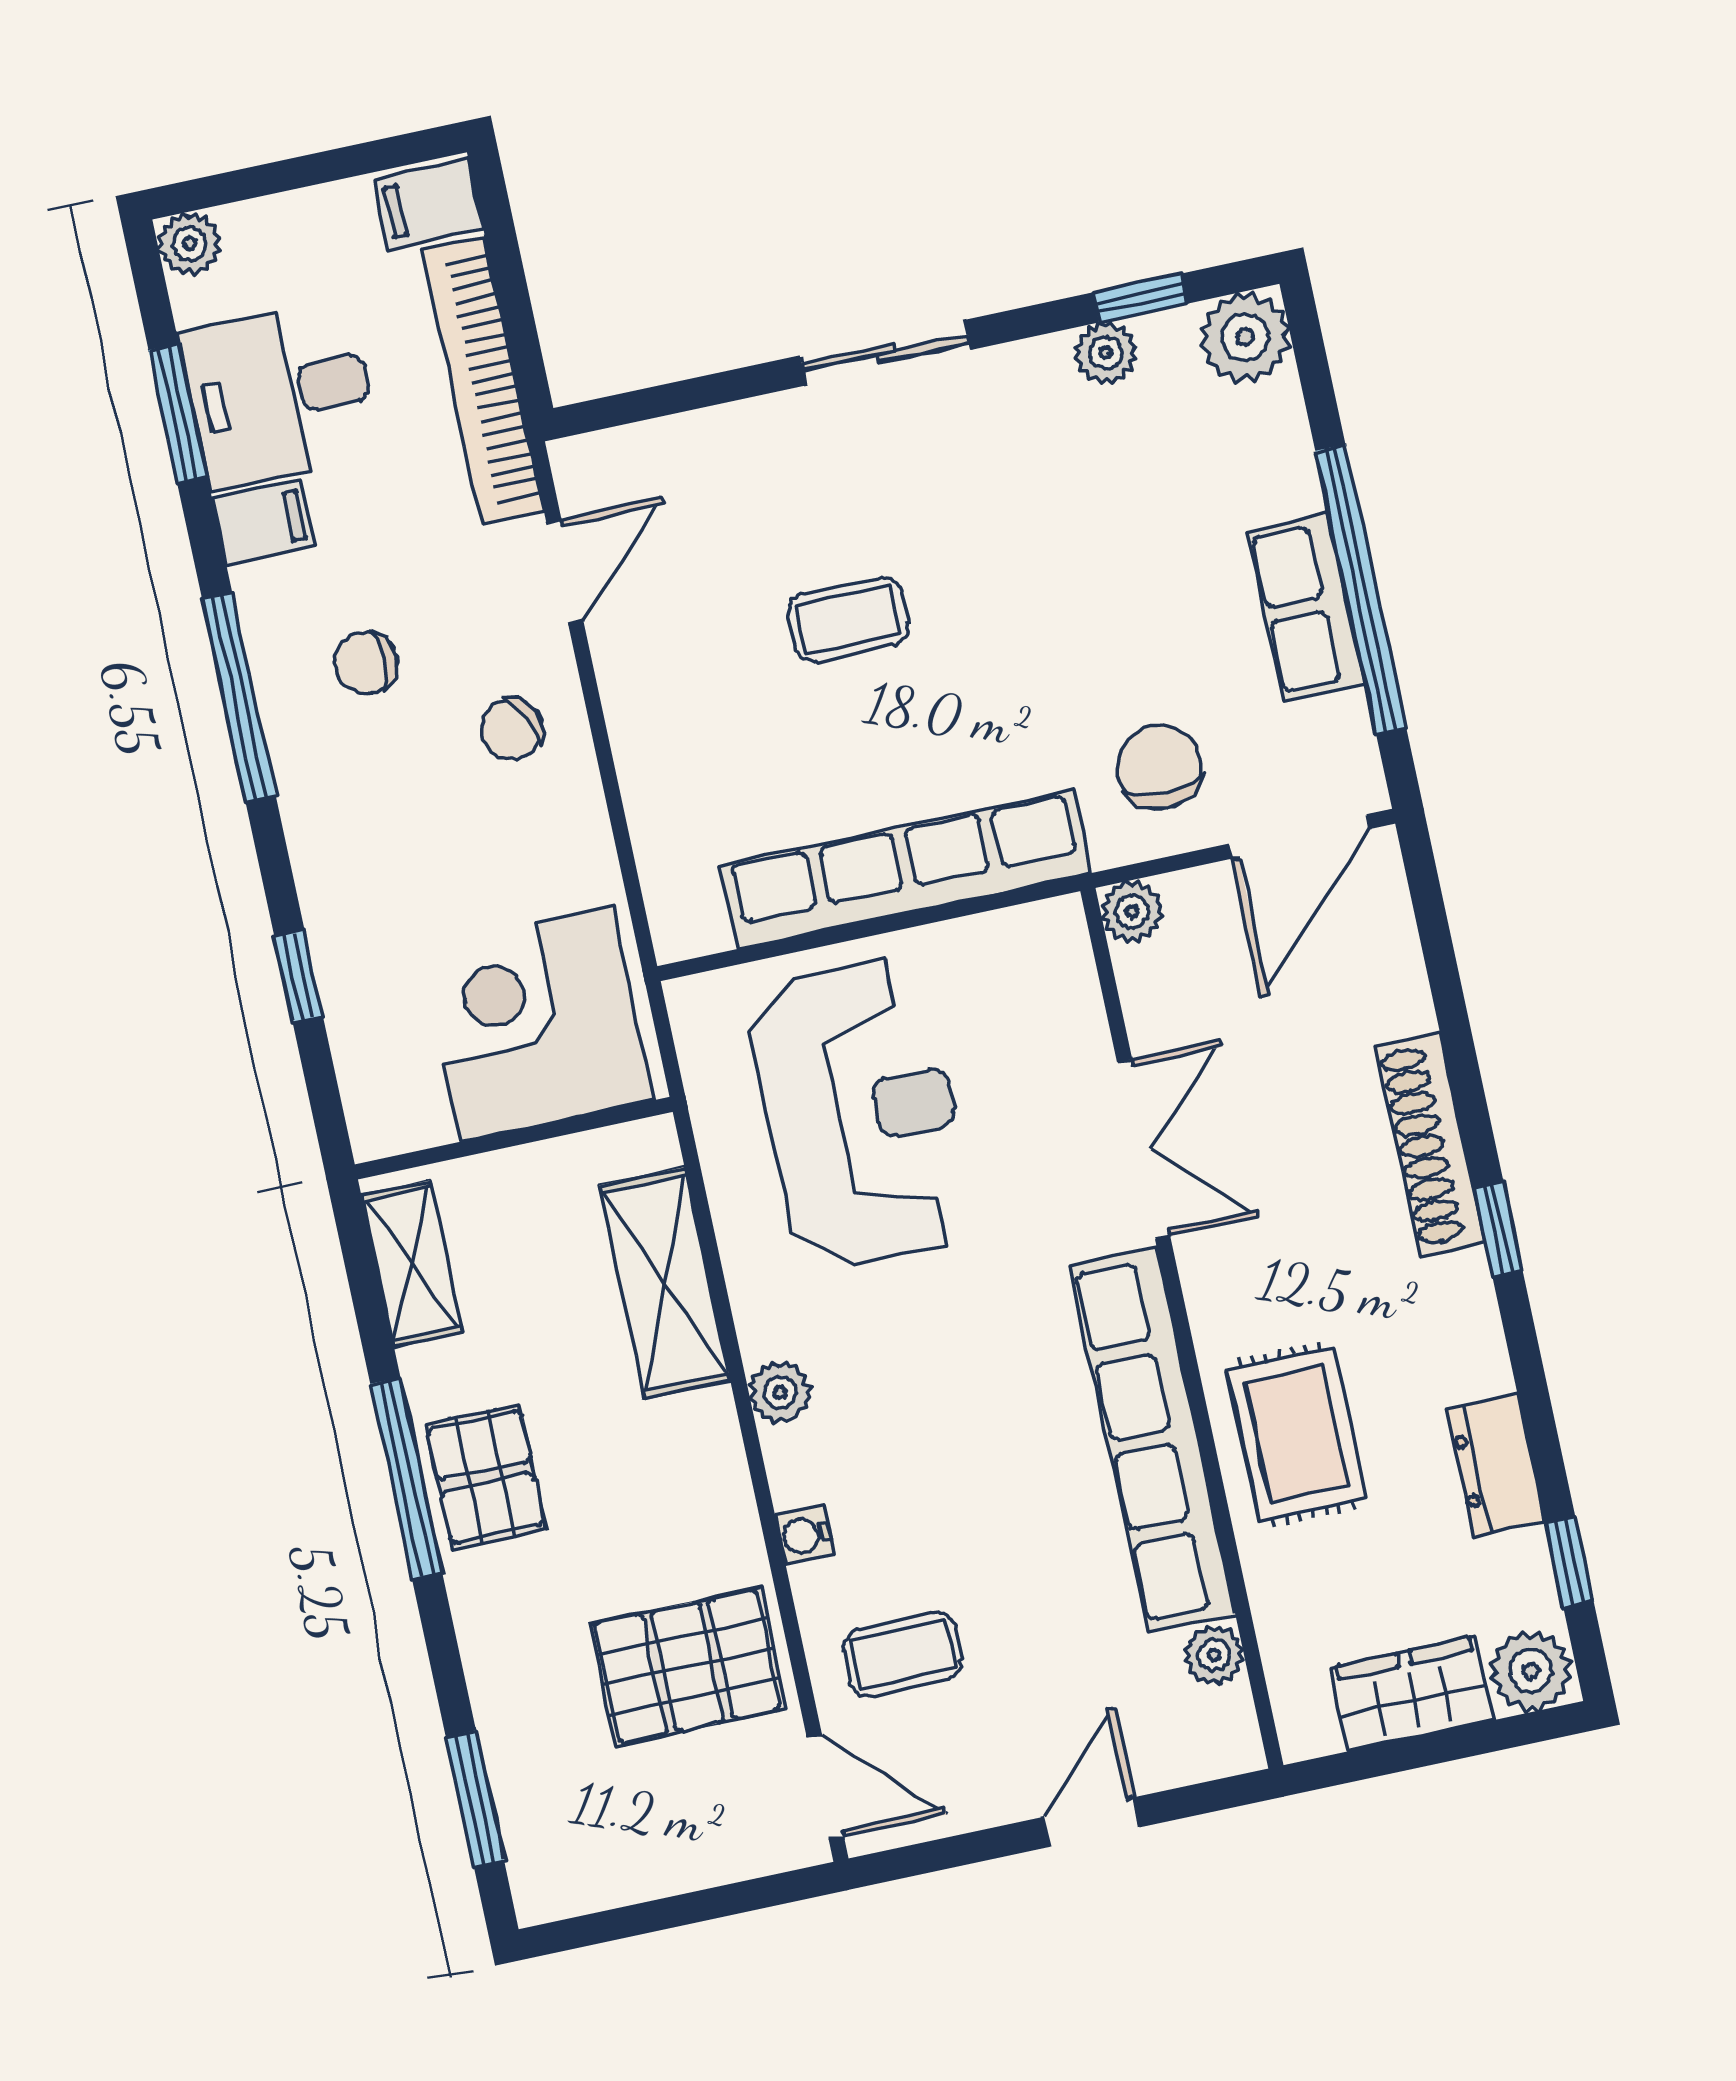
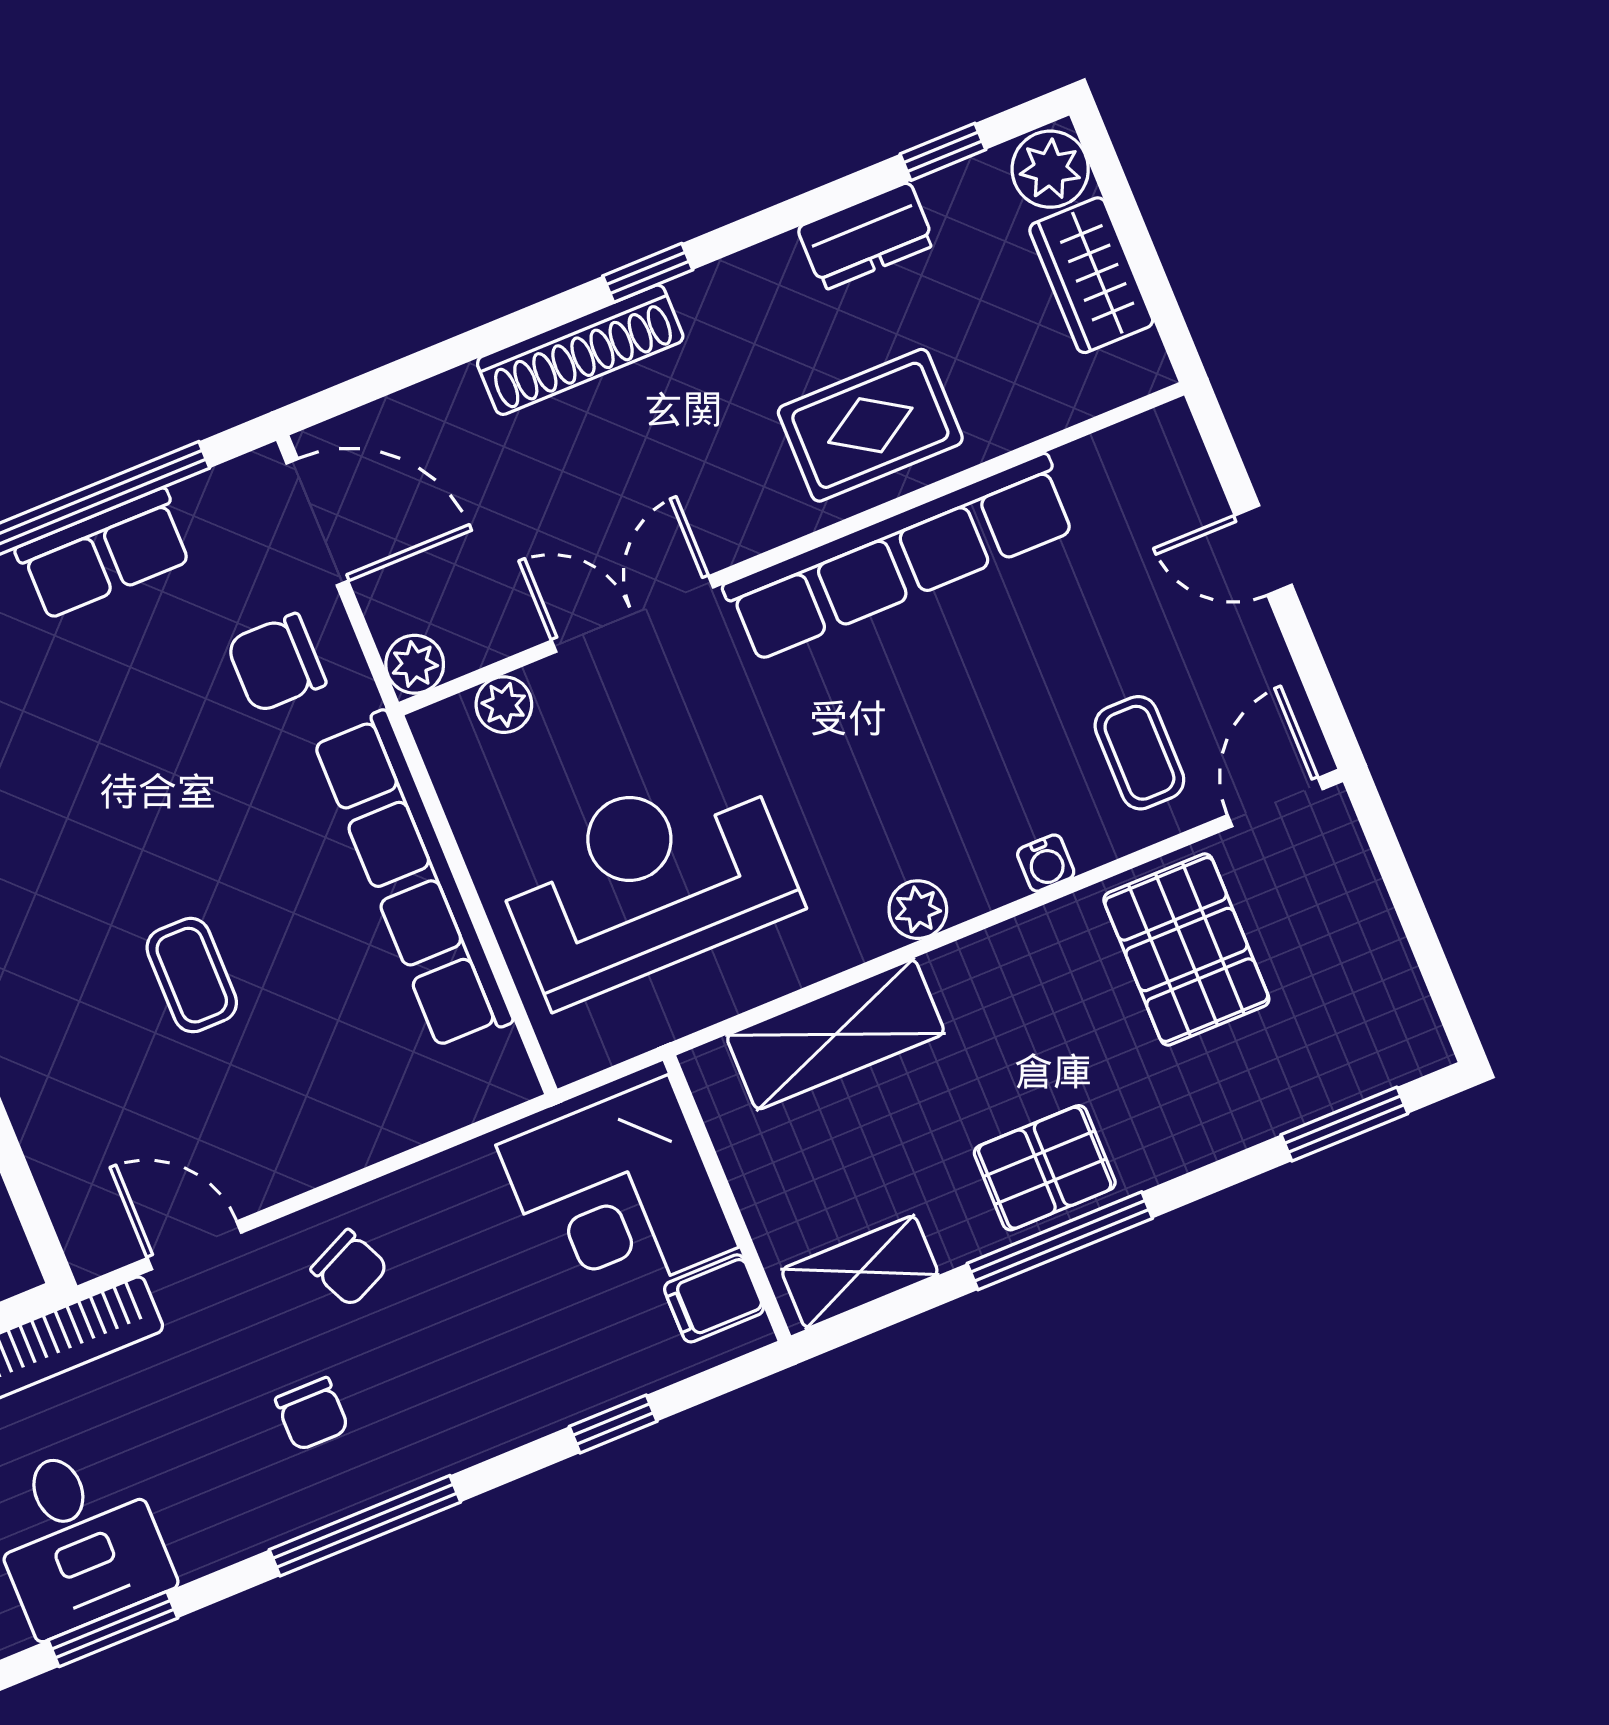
filing cabinet: (264, 522) -> (714, 1298), moved, turned -90
plant: (1214, 1655) -> (504, 705), moved

